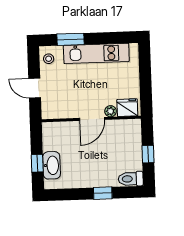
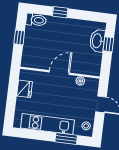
fridge: (127, 108) -> (25, 89), moved, turned -90
plant: (111, 111) -> (80, 81), moved

